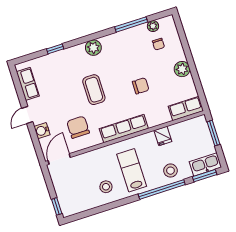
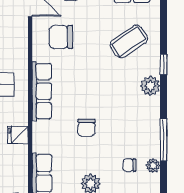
window: (55, 49) -> (163, 64), moved
coffee table: (94, 90) -> (129, 41), moved, turned -34
chair: (78, 127) -> (61, 37), turned 180

